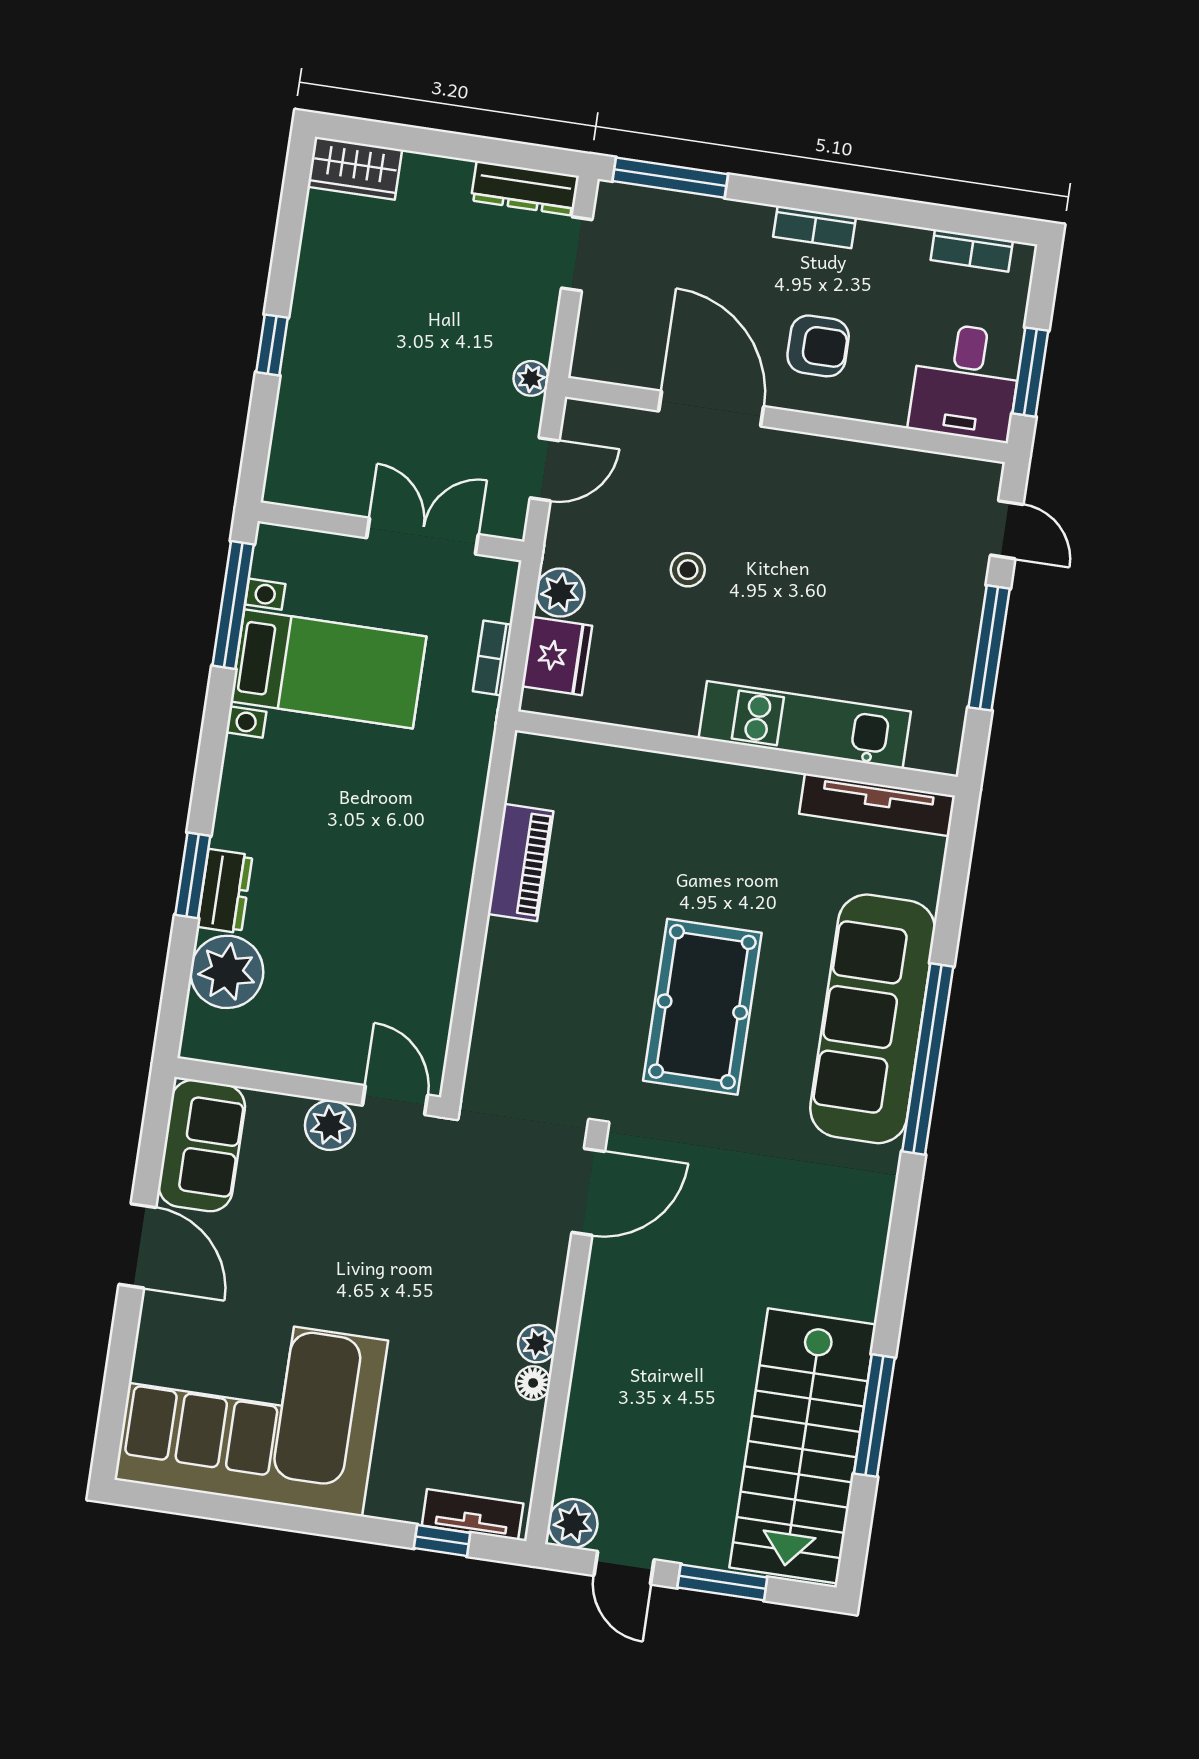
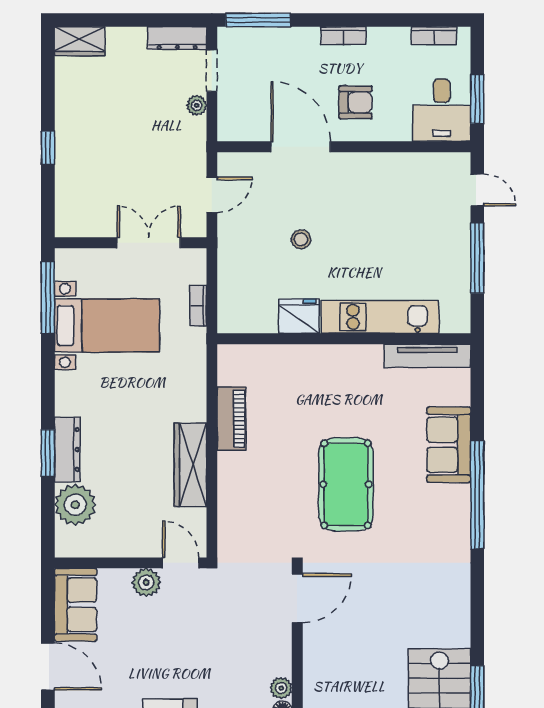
plant: (531, 378) -> (197, 105), moved
plant: (560, 593) -> (231, 263), removed
fridge: (557, 656) -> (299, 316), moved, turned -90
dresser: (225, 891) -> (67, 449), width x1.44
wardrobe: (437, 933) -> (190, 465), added
sofa: (873, 1019) -> (449, 445), width x0.54, depth x0.79

